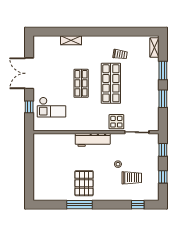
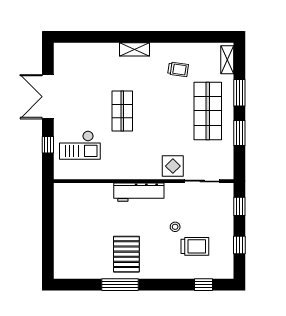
shelving: (71, 40) -> (135, 49), moved
shop shelf: (111, 83) -> (208, 111), moved

